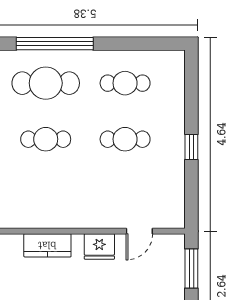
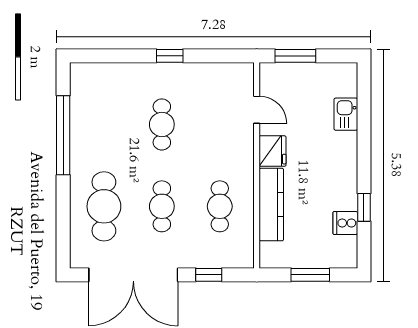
window: (55, 44) -> (63, 135), moved
cafe table: (125, 83) -> (220, 206), moved
kitchen counter: (47, 245) -> (271, 205), width x1.50

